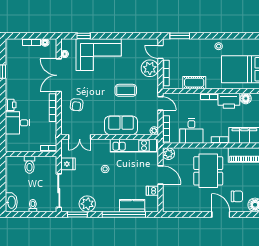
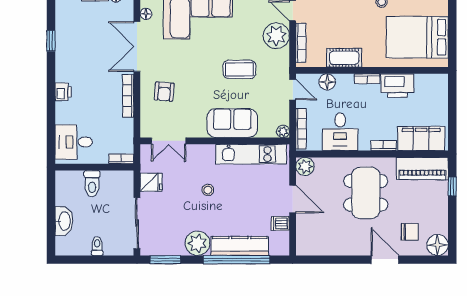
floor lamp: (246, 98) -> (327, 82), moved
desk: (18, 123) -> (74, 142), moved
washbasin: (11, 202) -> (64, 221), moved
plant: (87, 204) -> (197, 243), moved
kitchen counter: (132, 206) -> (240, 246), width x1.50

